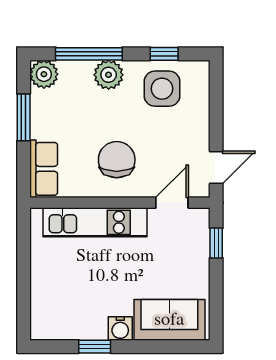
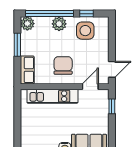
window: (89, 54) -> (49, 14), width x1.46

